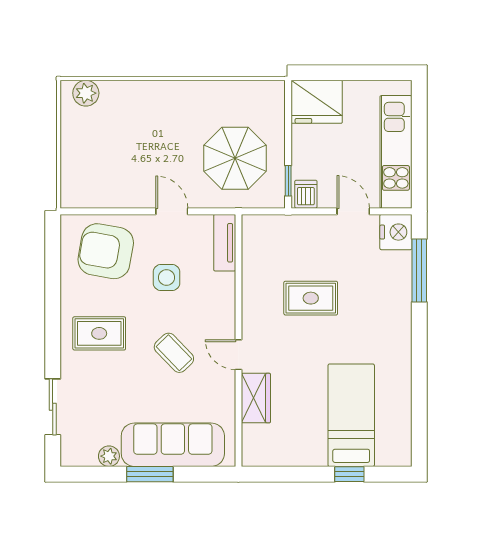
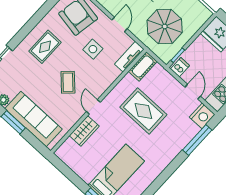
cot: (255, 239) -> (143, 66), added
rug: (311, 298) -> (143, 111), width x1.36, depth x1.43
rug: (99, 333) -> (45, 47), turned 90

